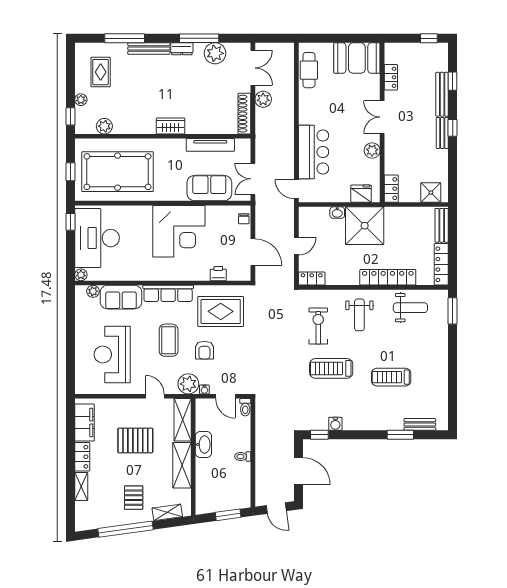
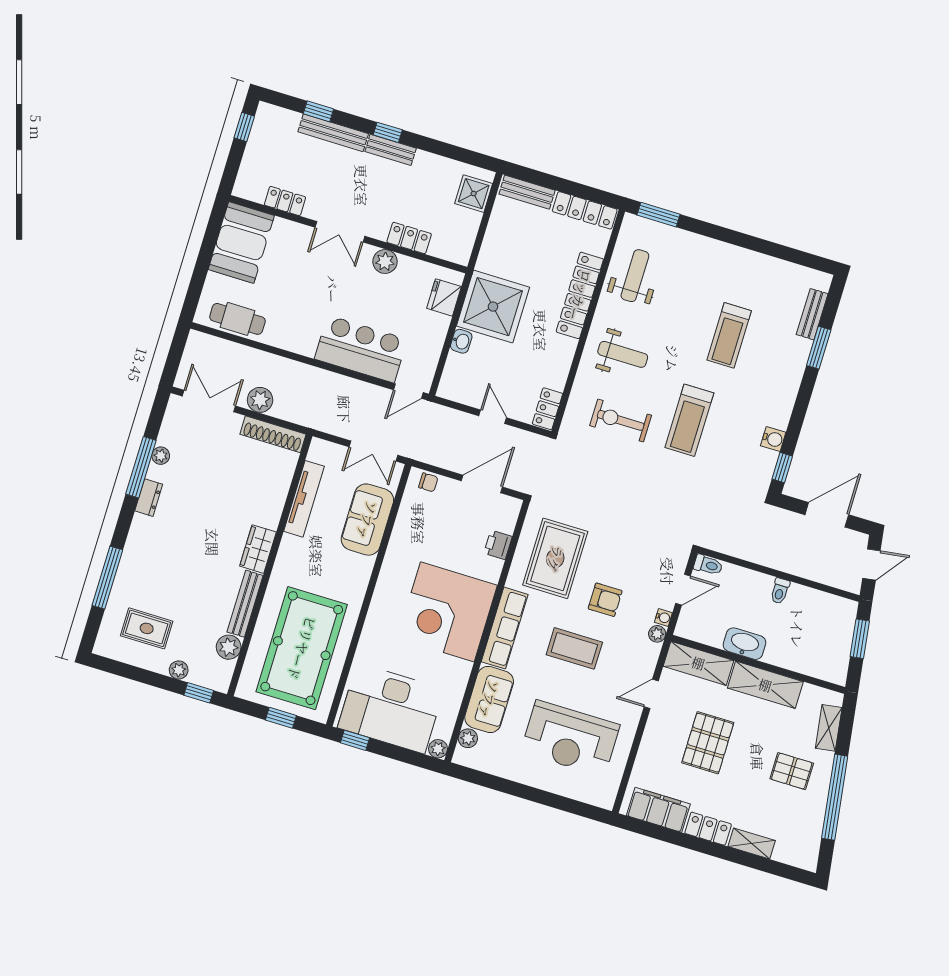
bench: (149, 48) -> (245, 604), moved
plant: (215, 53) -> (161, 456), width x0.53, depth x0.53
locker: (391, 189) -> (409, 238), moved
corner desk: (179, 231) -> (447, 612), moved, turned 180
plant: (188, 384) -> (657, 634), width x0.53, depth x0.53

